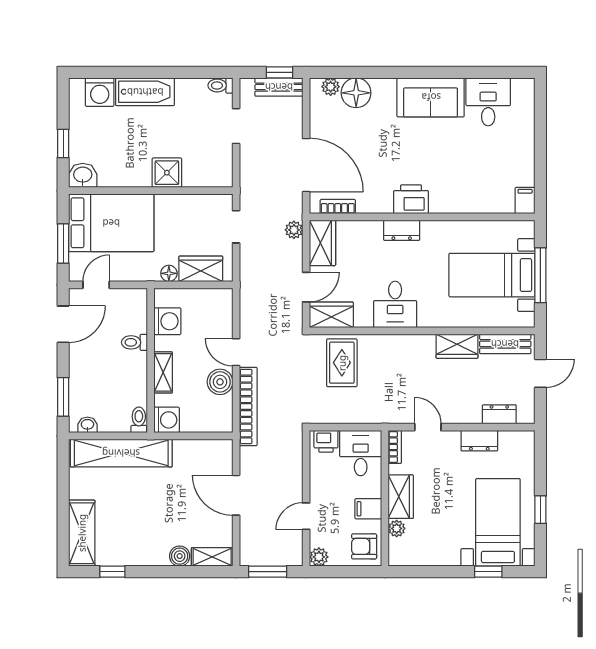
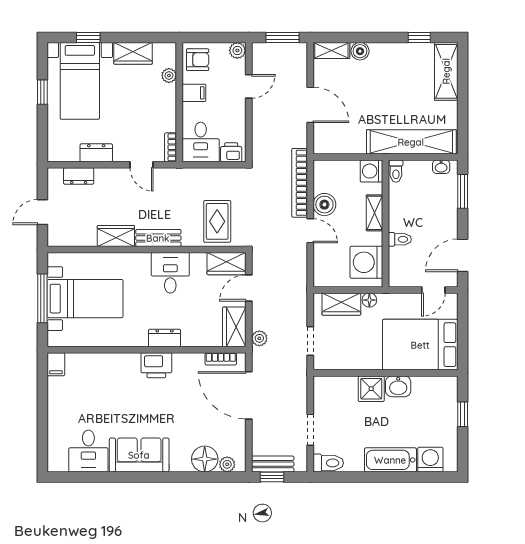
toilet: (220, 85) -> (328, 463), width x1.37, depth x1.39
washbasin: (83, 175) -> (398, 386), moved
window: (63, 244) -> (463, 326), removed
washing machine: (167, 321) -> (366, 262), width x1.37, depth x1.37
bench: (505, 344) -> (158, 238), moved
wardrobe: (401, 497) -> (133, 53), moved, turned -90

